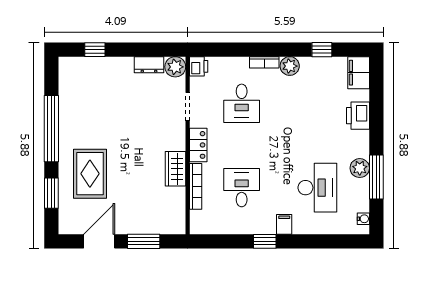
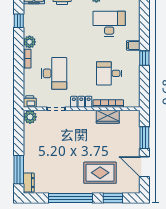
window: (95, 50) -> (19, 170), width x2.17
dresser: (149, 65) -> (29, 183), moved
desk: (242, 103) -> (54, 73), width x1.37
wardrobe: (175, 169) -> (108, 117), moved

